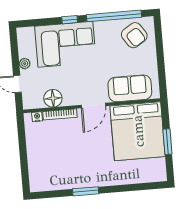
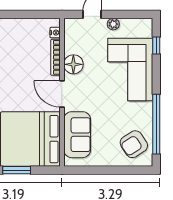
window: (70, 20) -> (156, 46), moved
floor lamp: (53, 98) -> (73, 64), moved

